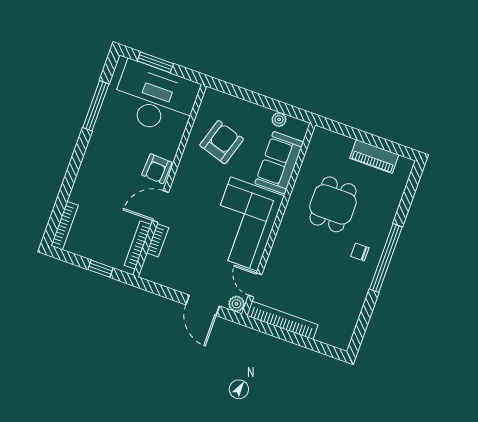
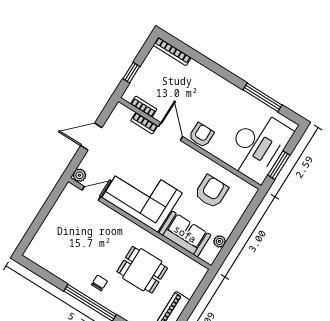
window: (155, 62) -> (279, 165), moved
armchair: (222, 142) -> (211, 192), turned -107
armchair: (157, 169) -> (201, 135), turned 87
bookcase: (138, 245) -> (144, 107), width x0.64
door: (203, 305) -> (91, 137), moved
bookcase: (282, 320) -> (58, 209), removed

